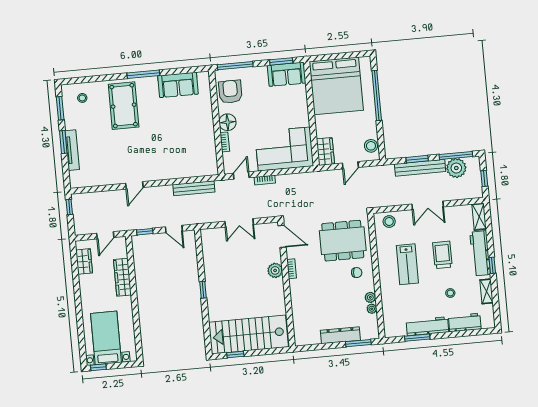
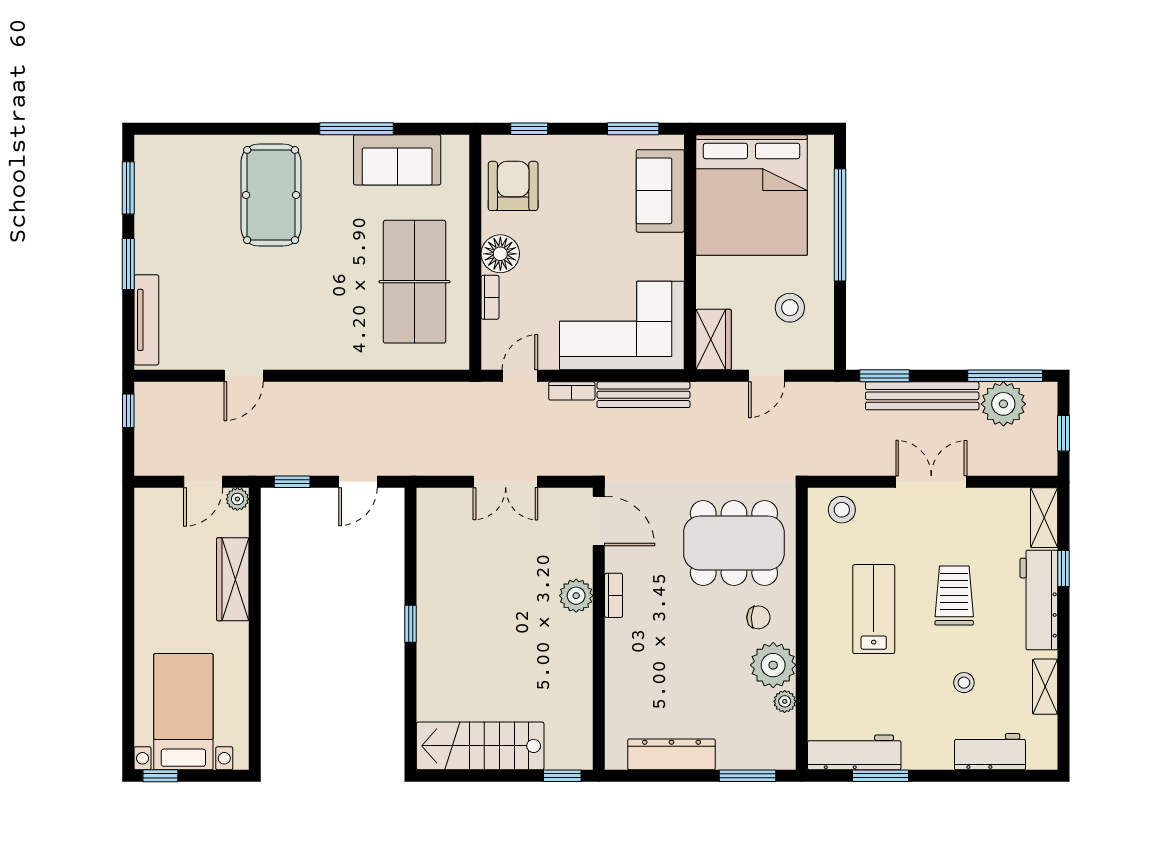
window: (235, 66) -> (529, 129), width x0.46
window: (143, 74) -> (356, 129), moved
sofa: (287, 74) -> (660, 191), moved, turned 90
stool: (82, 98) -> (180, 169), removed
table tennis table: (191, 138) -> (415, 282), added
stool: (371, 146) -> (790, 308), moved
tv unit: (72, 150) -> (146, 320), moved
window: (417, 159) -> (884, 376), moved
door: (134, 185) -> (244, 376), moved
bench: (194, 188) -> (644, 395), moved
double door: (428, 205) -> (931, 482), swing flipped
door: (174, 229) -> (358, 482), hinge flipped
plant: (121, 242) -> (237, 499), added
wardrobe: (84, 261) -> (150, 536), removed
lab bench: (407, 264) -> (874, 609), turned 180
window: (492, 265) -> (1064, 568), moved
plant: (370, 297) -> (773, 665), width x1.87, depth x1.87
workbench: (427, 326) -> (854, 752), moved
stairs: (249, 335) -> (480, 746), width x0.73, depth x0.66
dresser: (340, 335) -> (672, 754), moved
window: (235, 355) -> (562, 776), moved

